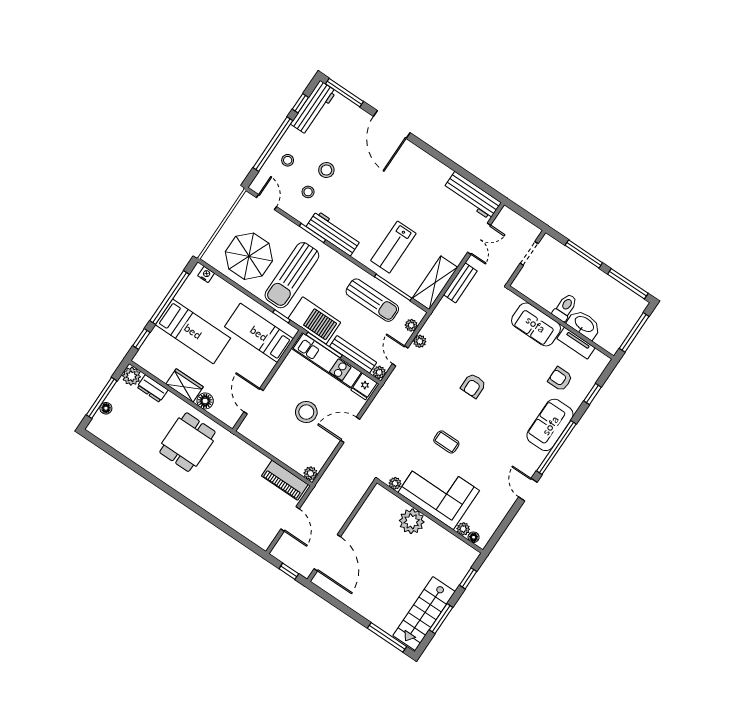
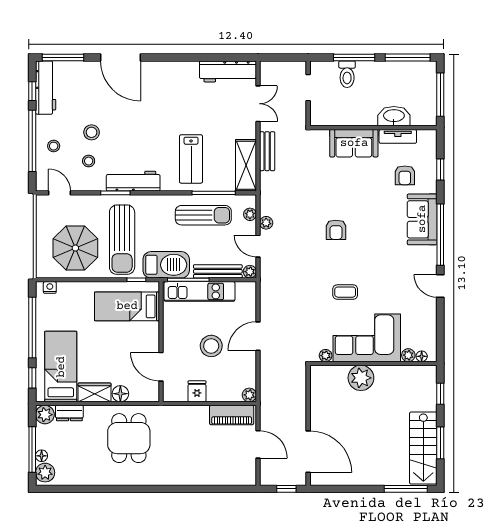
toilet: (565, 307) -> (347, 74), moved, turned 180
bed: (193, 331) -> (61, 367), moved, turned -90
armchair: (560, 379) -> (405, 175), turned -90
fridge: (364, 386) -> (197, 391), moved, turned 180
plant: (99, 424) -> (45, 473), added

